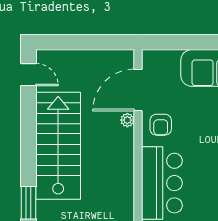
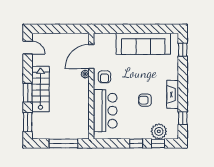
stairs: (58, 146) -> (41, 89), width x0.73, depth x0.66
window: (28, 152) -> (28, 93), added

